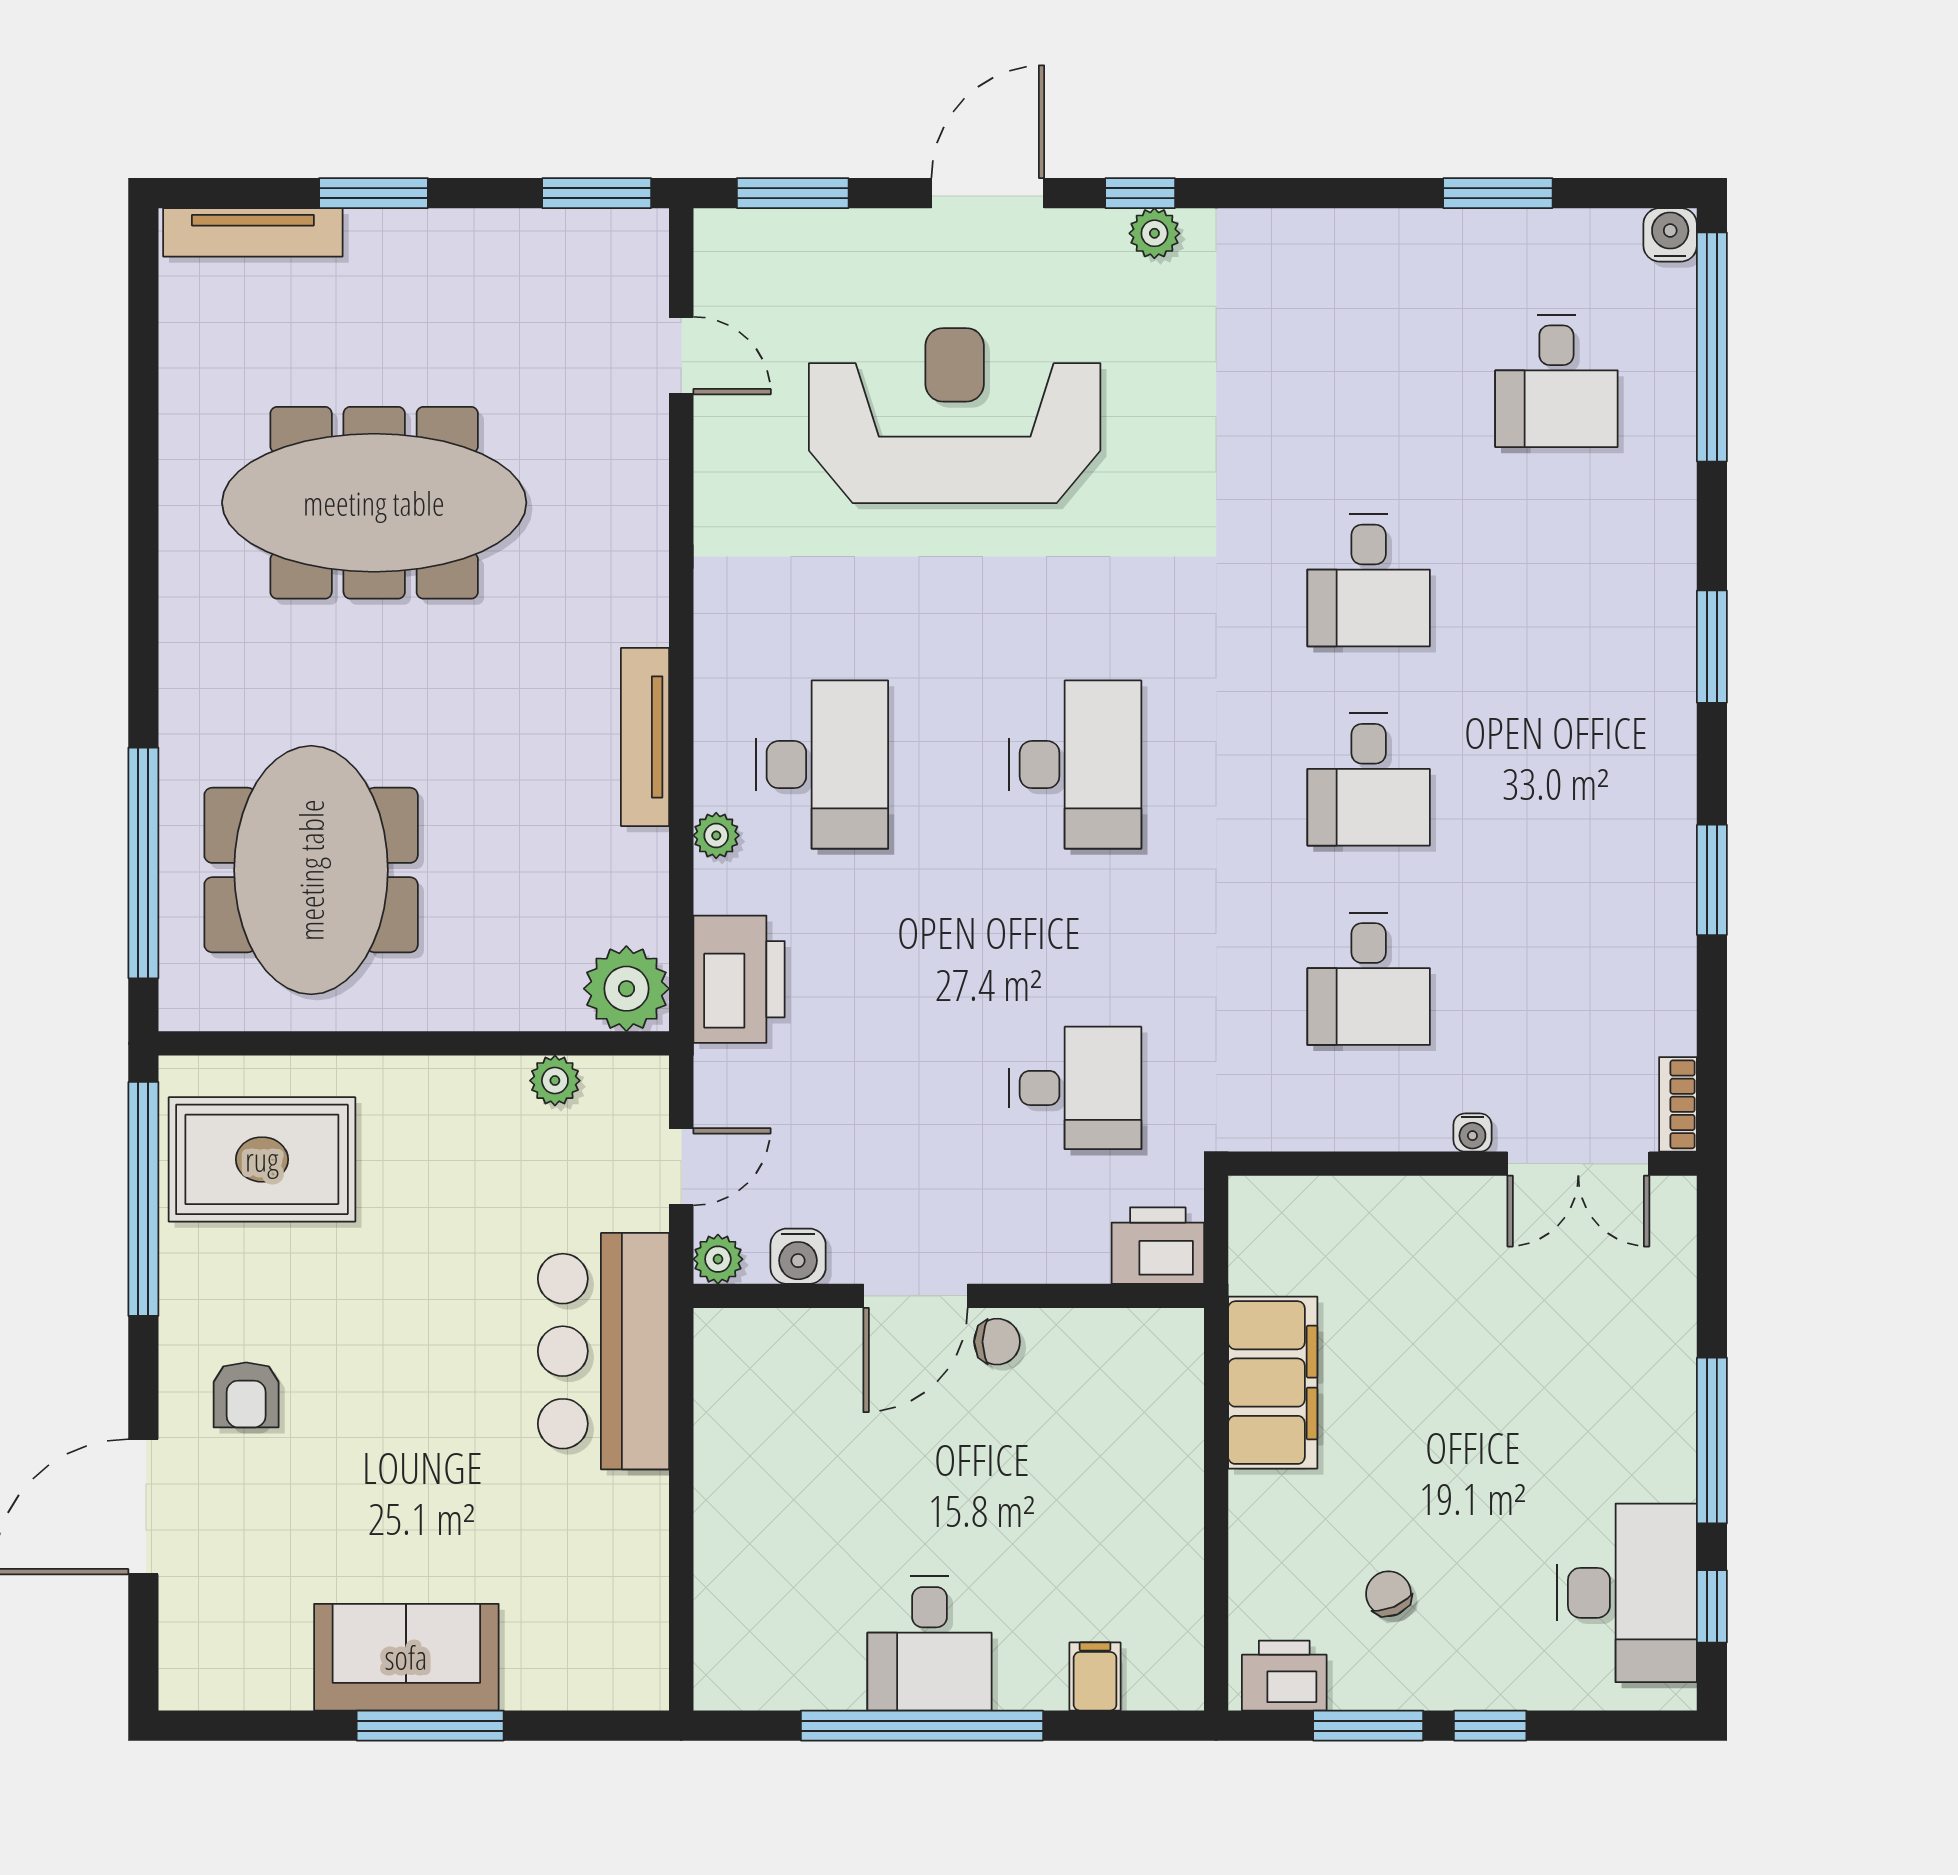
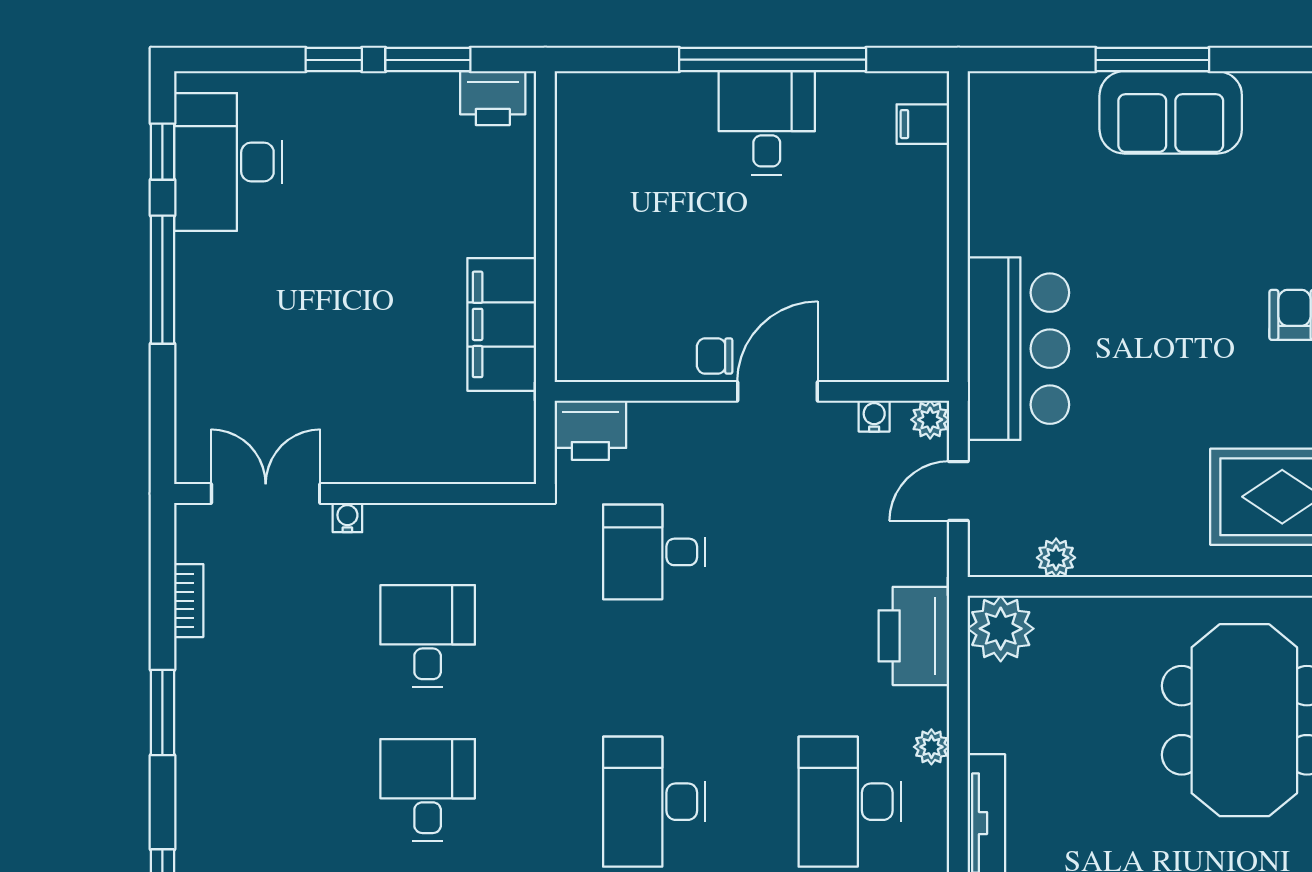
bookcase: (1678, 1104) -> (189, 601), moved
water cooler: (798, 1256) -> (874, 416), width x0.72, depth x0.72
chair: (1389, 1594) -> (412, 161), removed
filing cabinet: (1095, 1676) -> (923, 124), moved, turned 90

